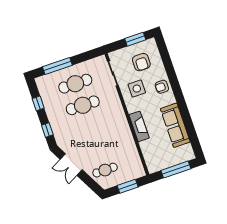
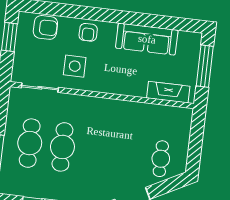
armchair: (141, 62) -> (45, 27), moved
fireplace: (139, 126) -> (168, 92), moved
window: (128, 186) -> (196, 139), removed

